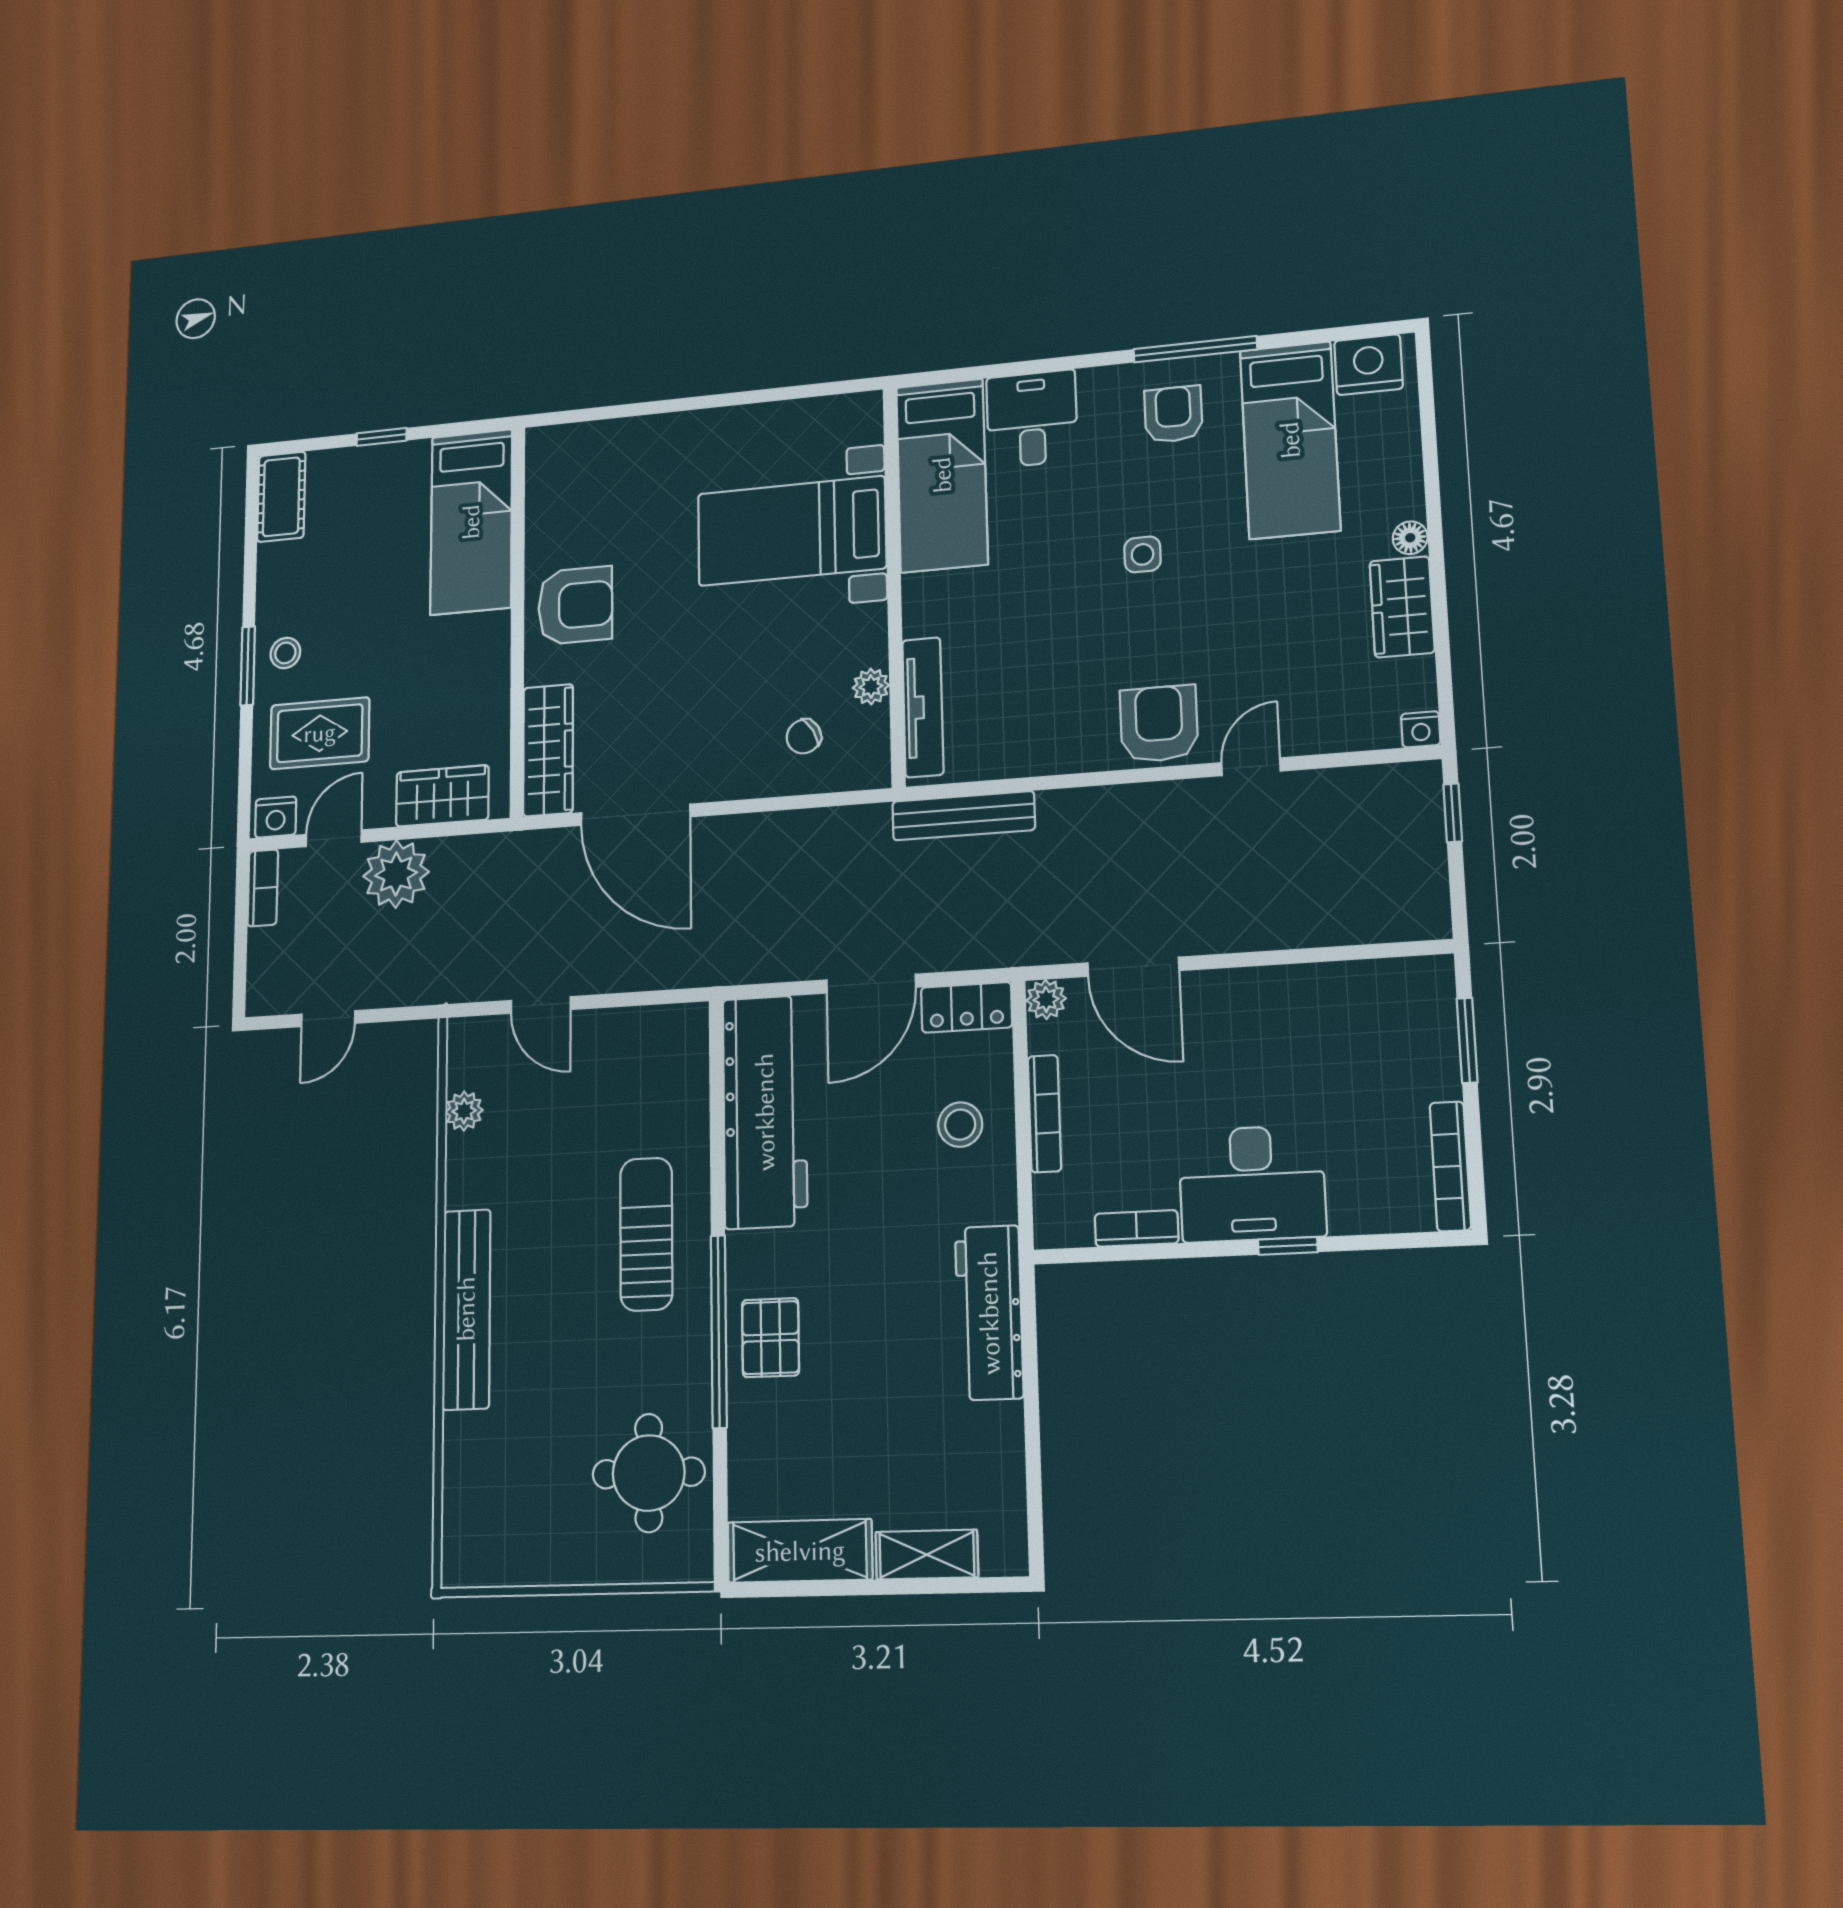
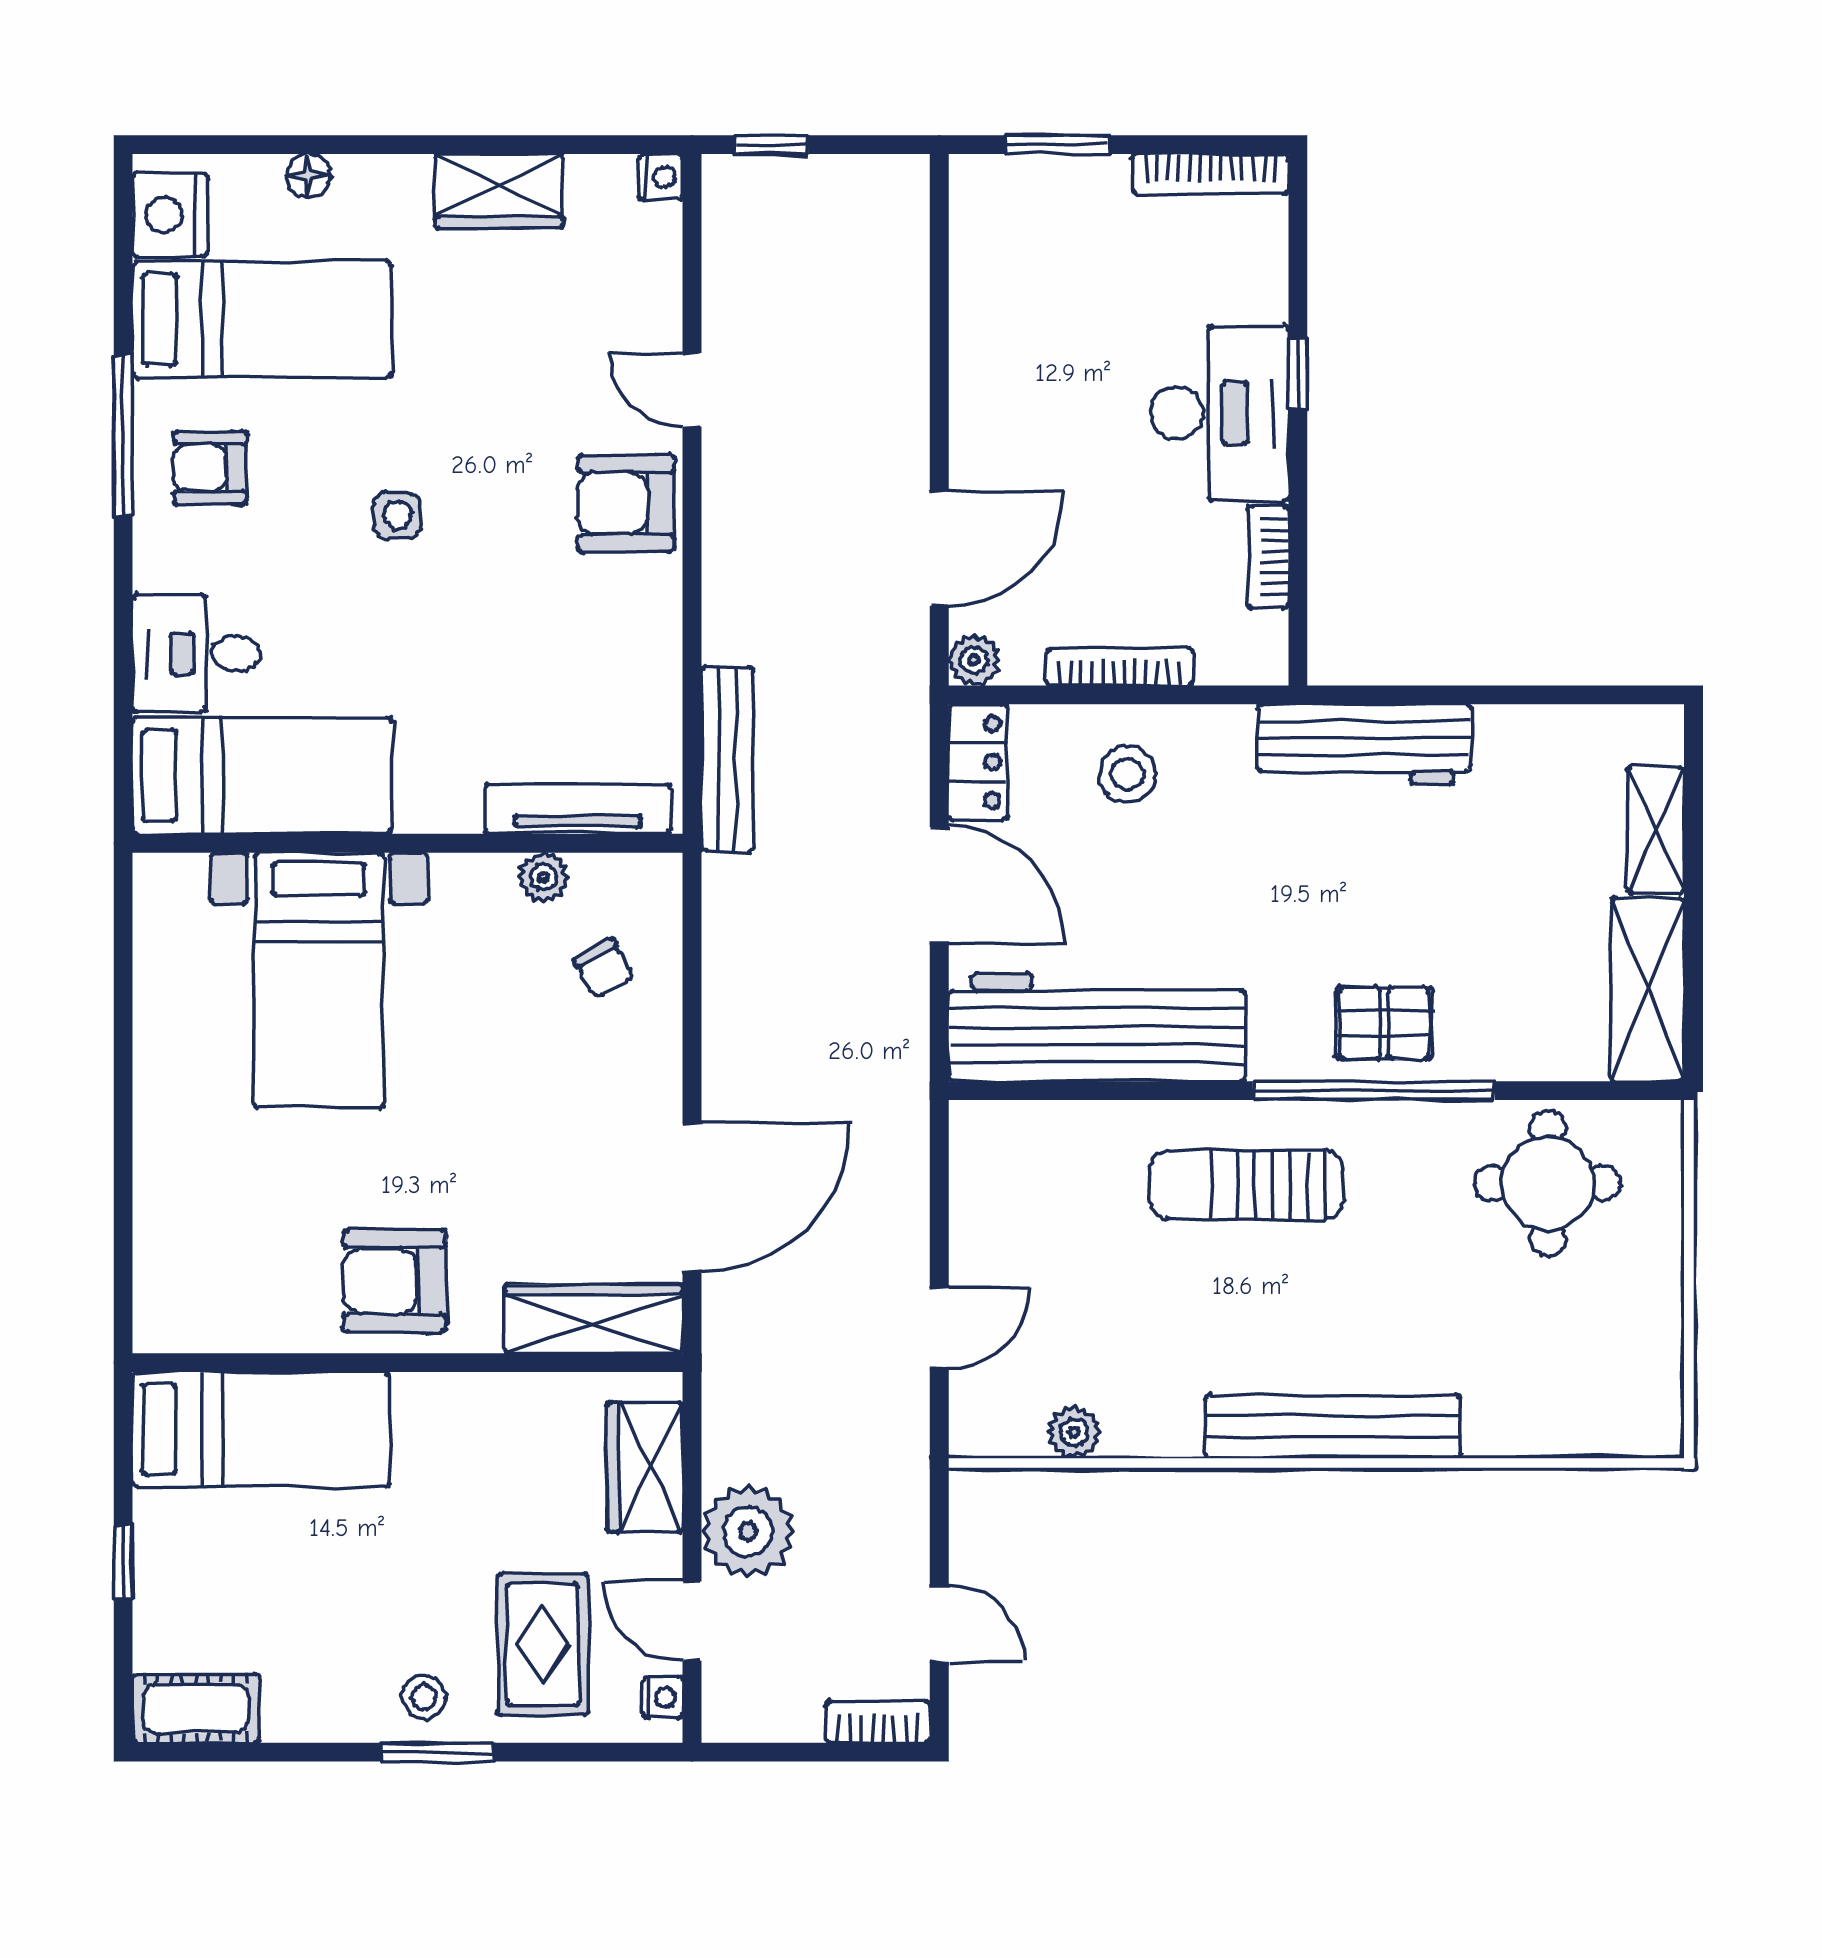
floor lamp: (1410, 538) -> (308, 176), moved
armchair: (575, 605) -> (395, 1281), turned -90
nightstand: (276, 817) -> (663, 1698), width x0.72, depth x0.74
bookcase: (263, 888) -> (878, 1722), moved

